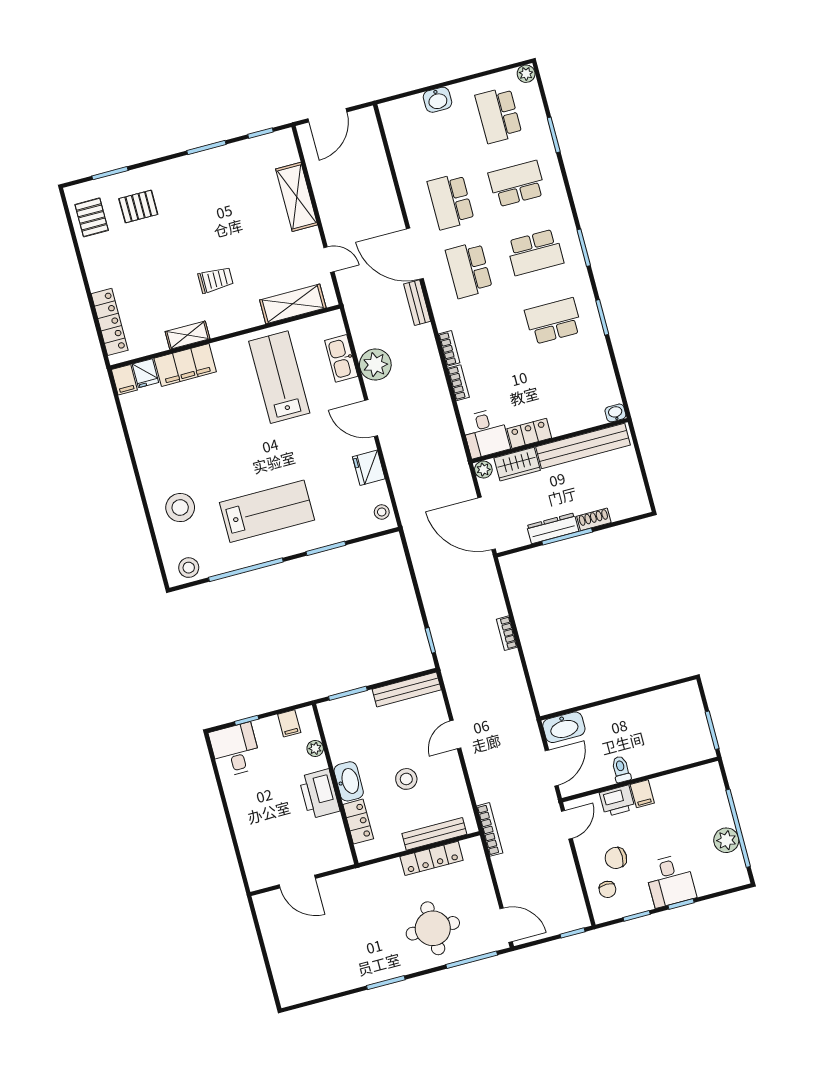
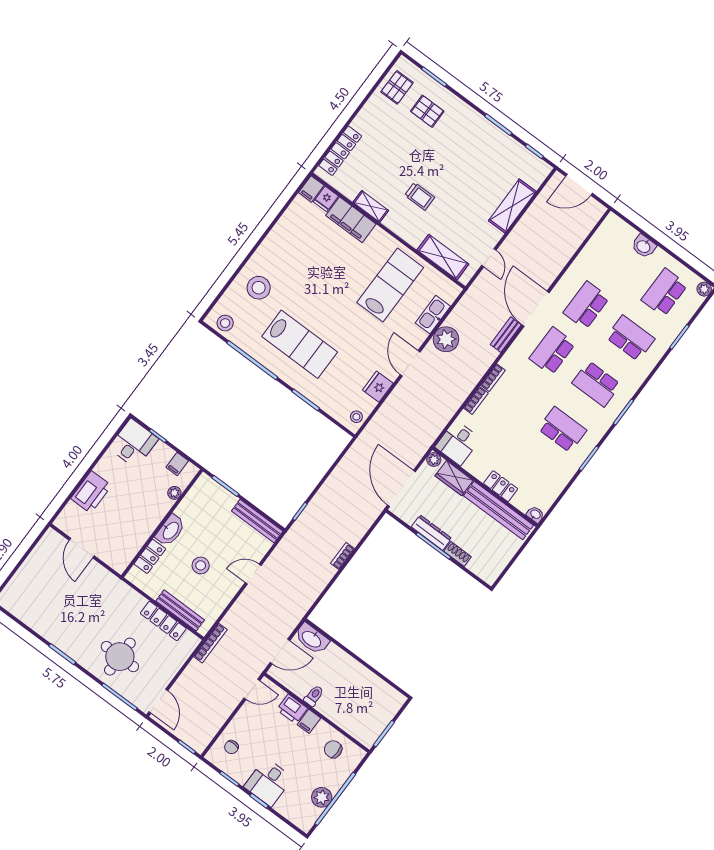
locker: (529, 433) -> (501, 486), moved
printer: (319, 794) -> (91, 492), moved, turned 180
chair: (616, 858) -> (333, 749), moved

